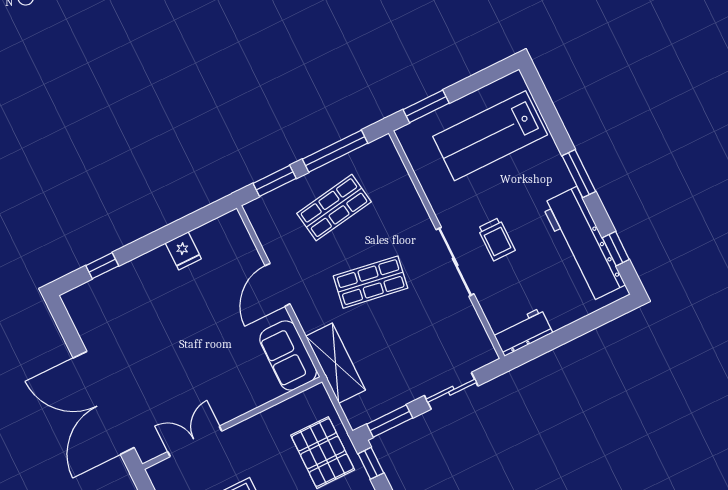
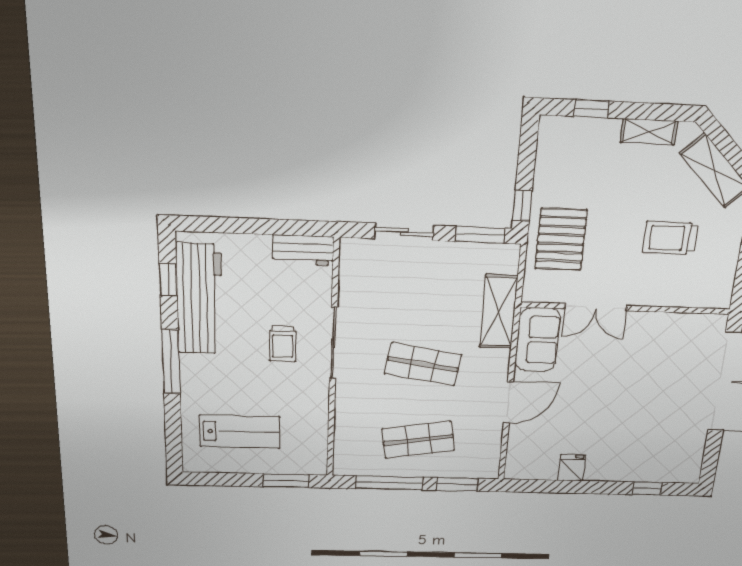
lab bench: (490, 136) -> (240, 432), width x0.73, depth x0.72
window: (579, 174) -> (171, 362), width x1.44
trolley: (496, 239) -> (283, 344), turned 180
double door: (195, 441) -> (596, 307), moved

